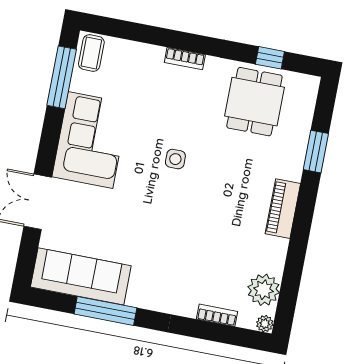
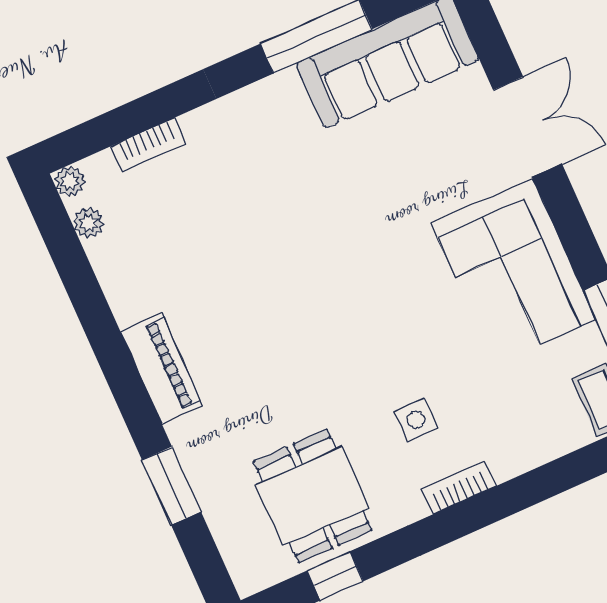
side table: (175, 159) -> (416, 420), moved
plant: (264, 290) -> (89, 223), width x0.53, depth x0.53

